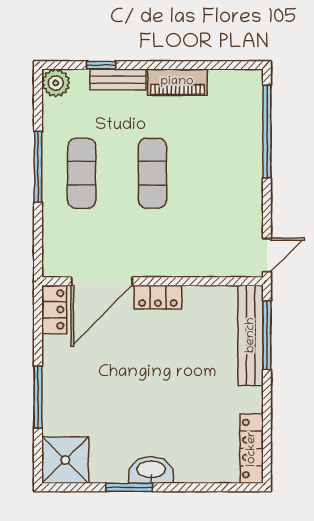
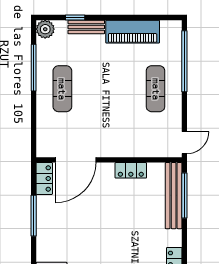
piano: (177, 82) -> (133, 32), width x1.37, depth x1.33
window: (38, 167) -> (34, 68), moved
exercise mat: (152, 173) -> (156, 89), moved
locker: (158, 297) -> (131, 170), moved
window: (38, 397) -> (34, 216), moved

